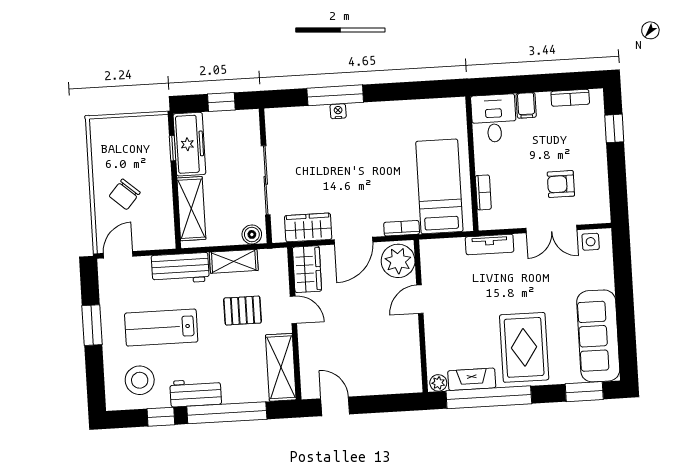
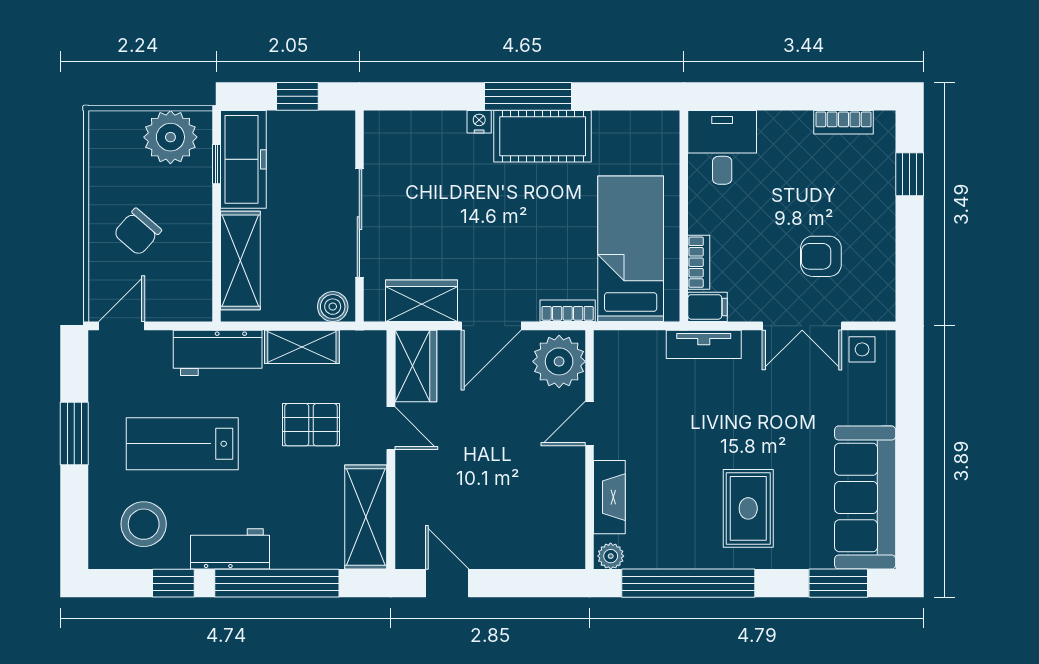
window: (335, 95) -> (528, 96), moved
filing cabinet: (526, 105) -> (708, 307), moved, turned -90
cot: (379, 118) -> (543, 136), added
plant: (142, 133) -> (170, 137), added
rug: (524, 347) -> (748, 508), width x0.73, depth x0.70
fireplace: (472, 379) -> (609, 497), moved, turned 90

